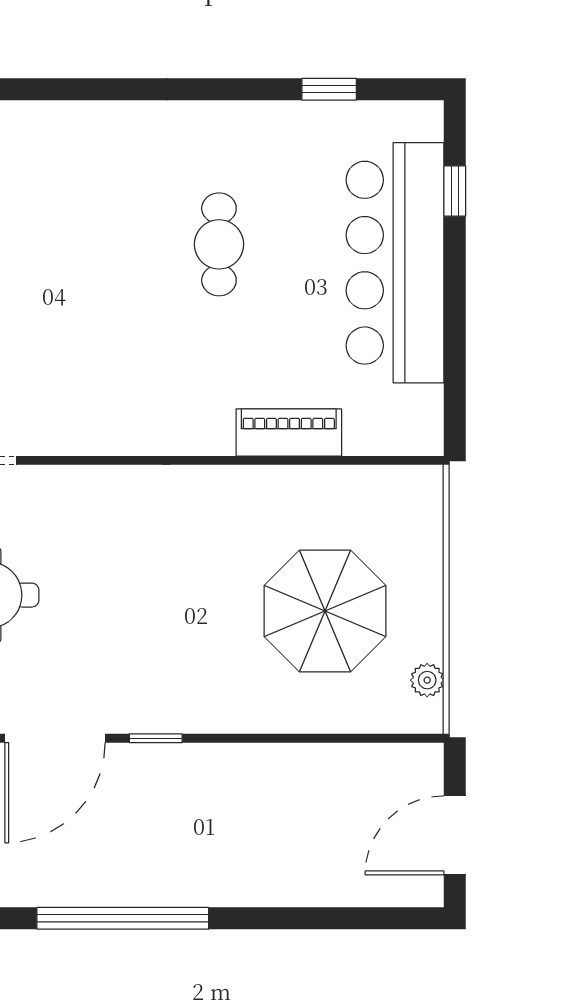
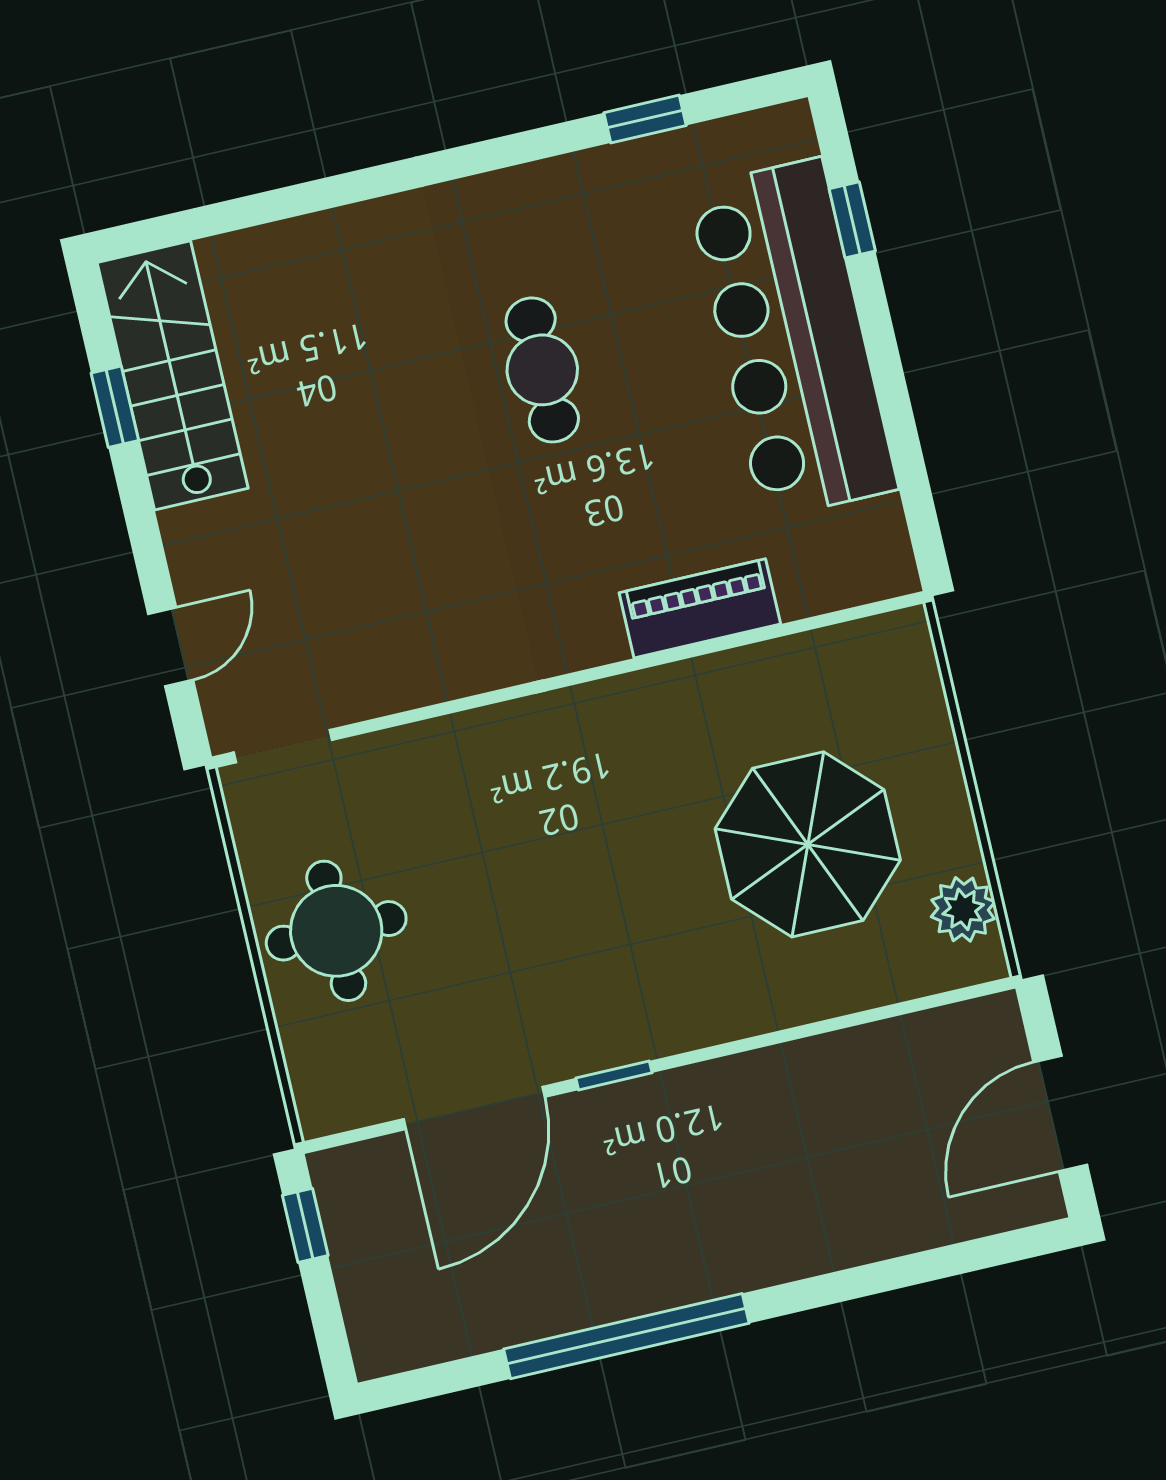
plant: (427, 680) -> (963, 909), width x1.38, depth x1.38

